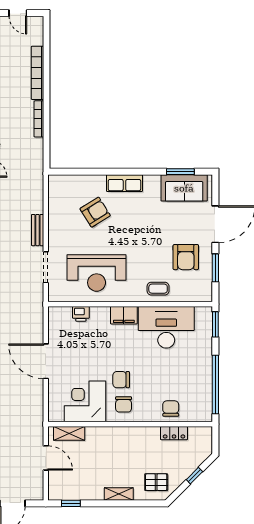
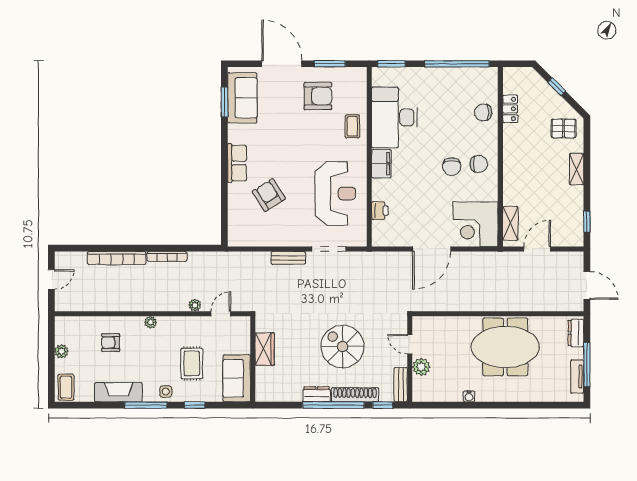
corner desk: (85, 401) -> (475, 224), moved
pallet: (156, 482) -> (564, 128), turned 90

